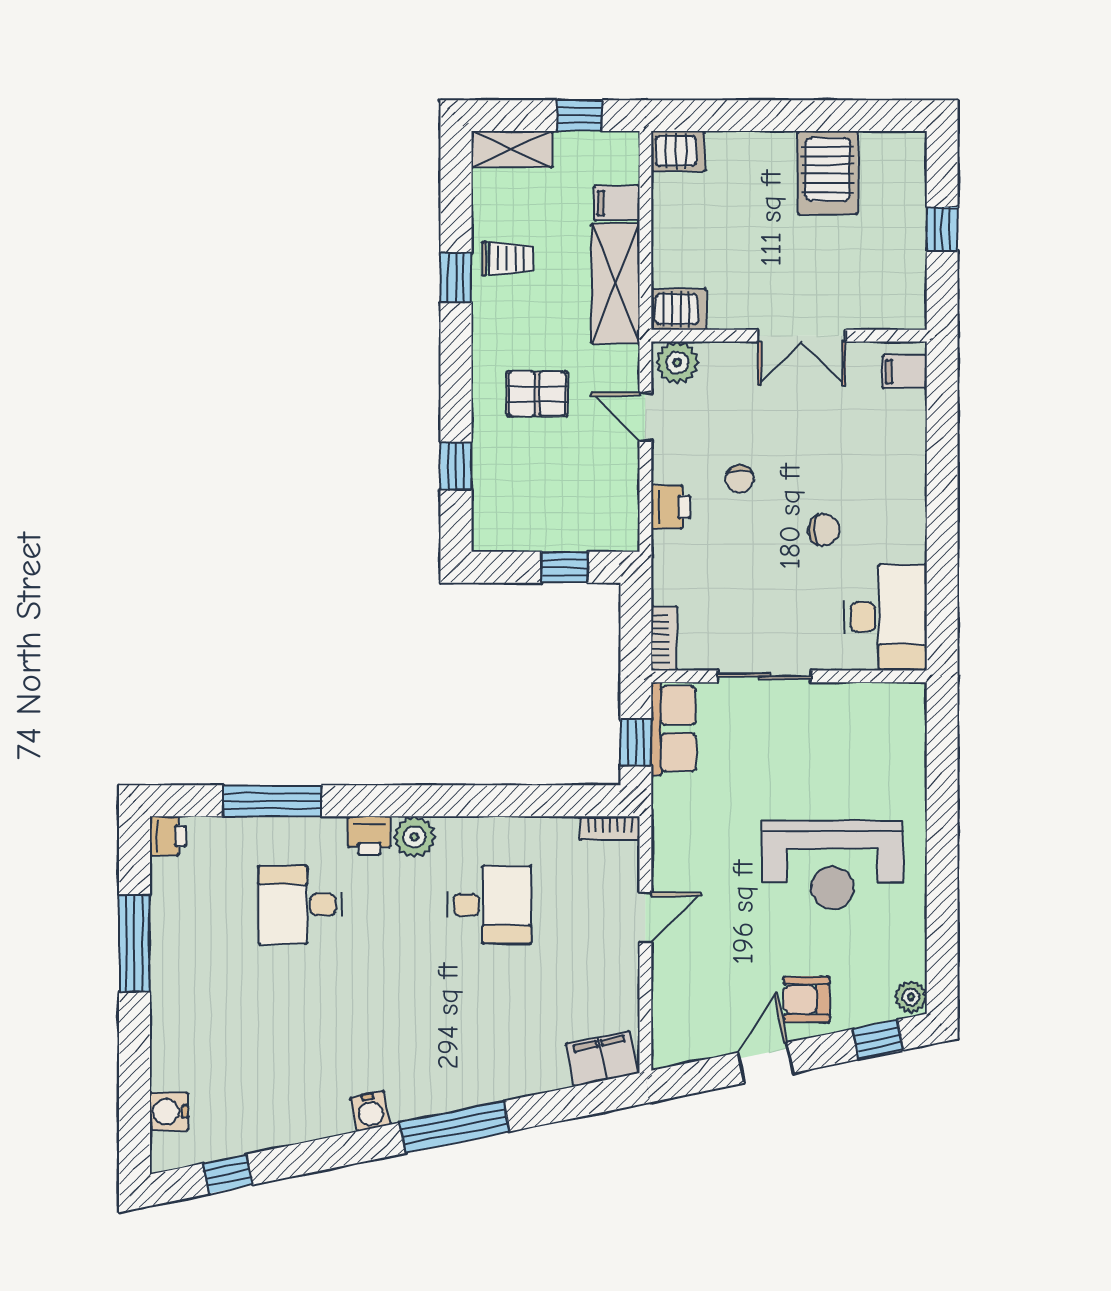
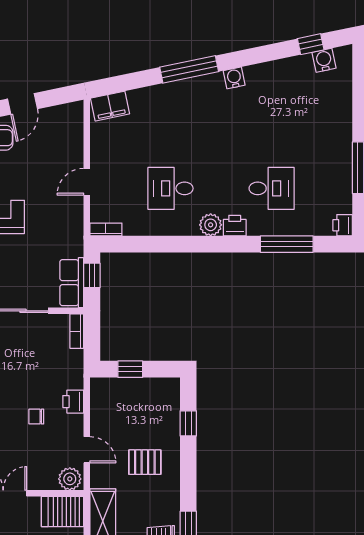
server rack: (679, 309) -> (63, 511), width x1.36, depth x1.44
chair: (740, 479) -> (36, 417), turned -90
water cooler: (169, 1112) -> (324, 60), moved, turned -102

